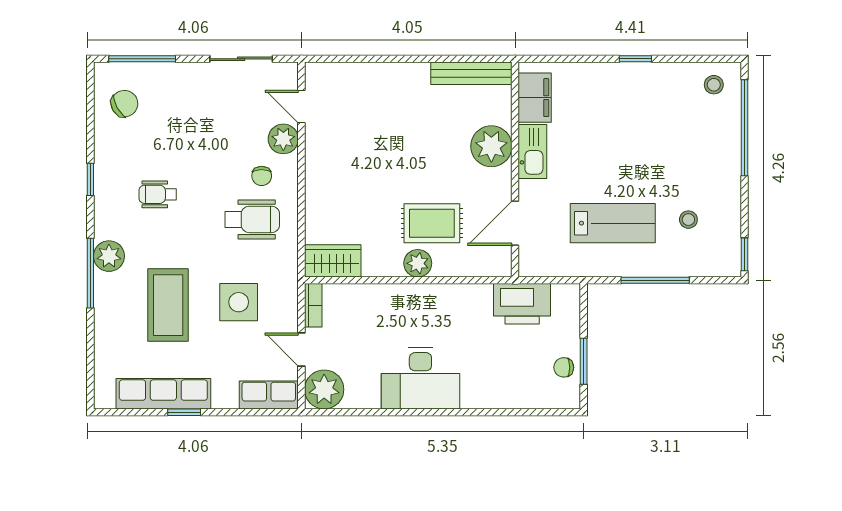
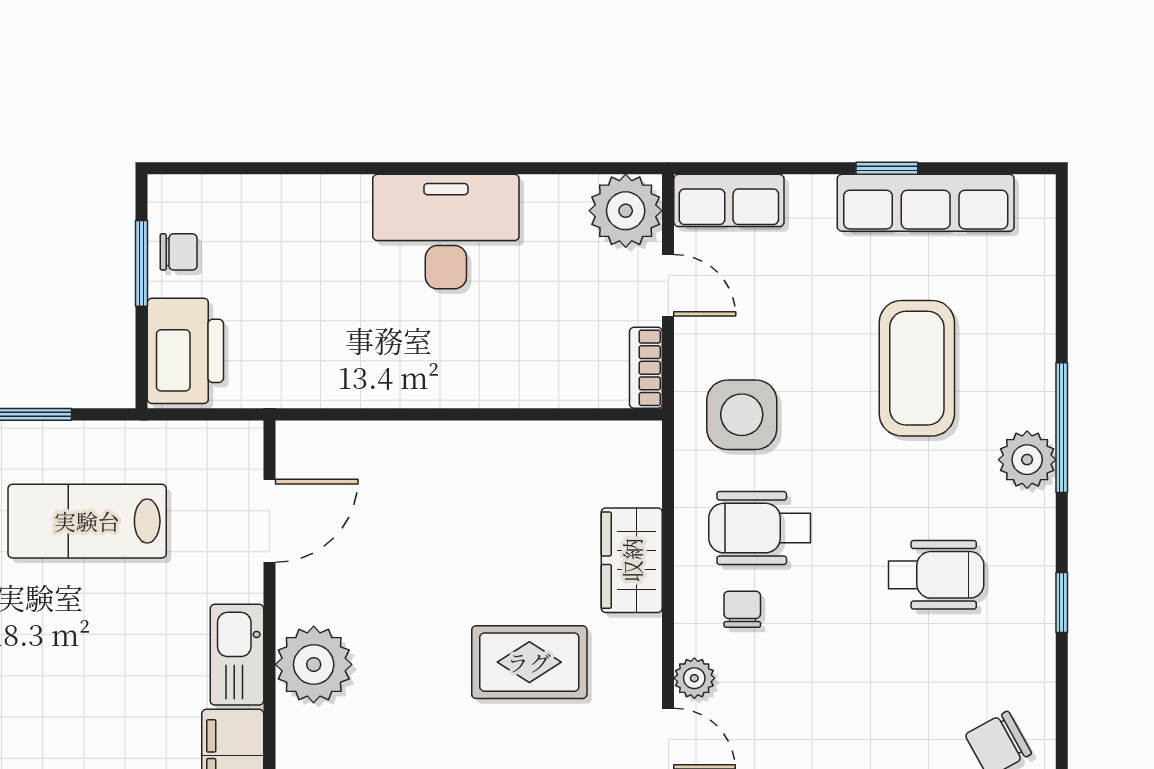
plant: (283, 139) -> (694, 678), width x0.73, depth x0.73
wheelchair: (158, 194) -> (936, 575), width x1.36, depth x1.37
rug: (432, 223) -> (529, 662), moved
wardrobe: (333, 261) -> (632, 560), moved, turned 90
plant: (418, 263) -> (451, 446), removed
side table: (239, 302) -> (742, 415), moved
printer: (522, 304) -> (185, 351), moved, turned 90

